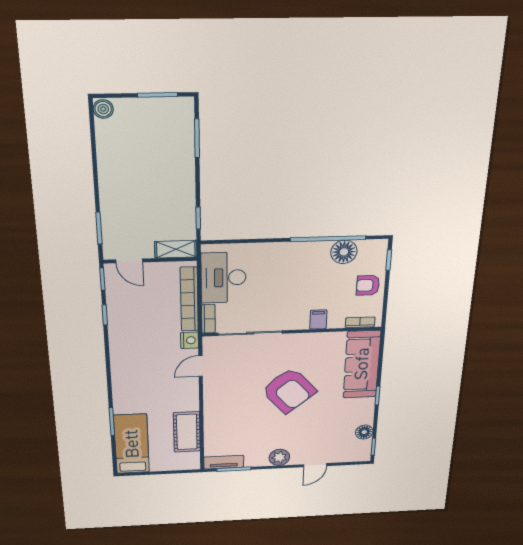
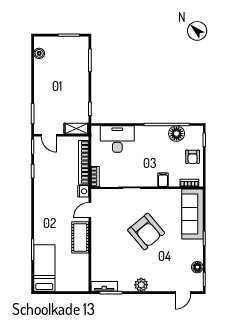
boiler: (103, 109) -> (39, 53), moved
desk: (223, 278) -> (117, 139), moved, turned 90
armchair: (368, 285) -> (193, 157), turned -90
cot: (187, 432) -> (80, 237), moved
door: (315, 465) -> (183, 293), moved

